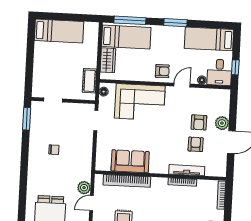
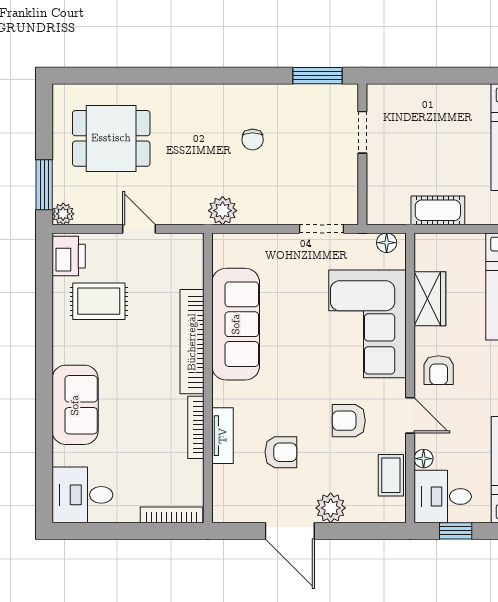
wardrobe: (108, 60) -> (430, 299), moved, turned -90
cot: (90, 81) -> (438, 210), moved
coffee table: (209, 95) -> (391, 475), added
armchair: (199, 122) -> (349, 421), moved
sofa: (130, 161) -> (236, 324), width x1.36
tv unit: (187, 170) -> (223, 436), width x0.71
bookcase: (127, 181) -> (192, 342), moved
plant: (84, 188) -> (223, 211), moved

